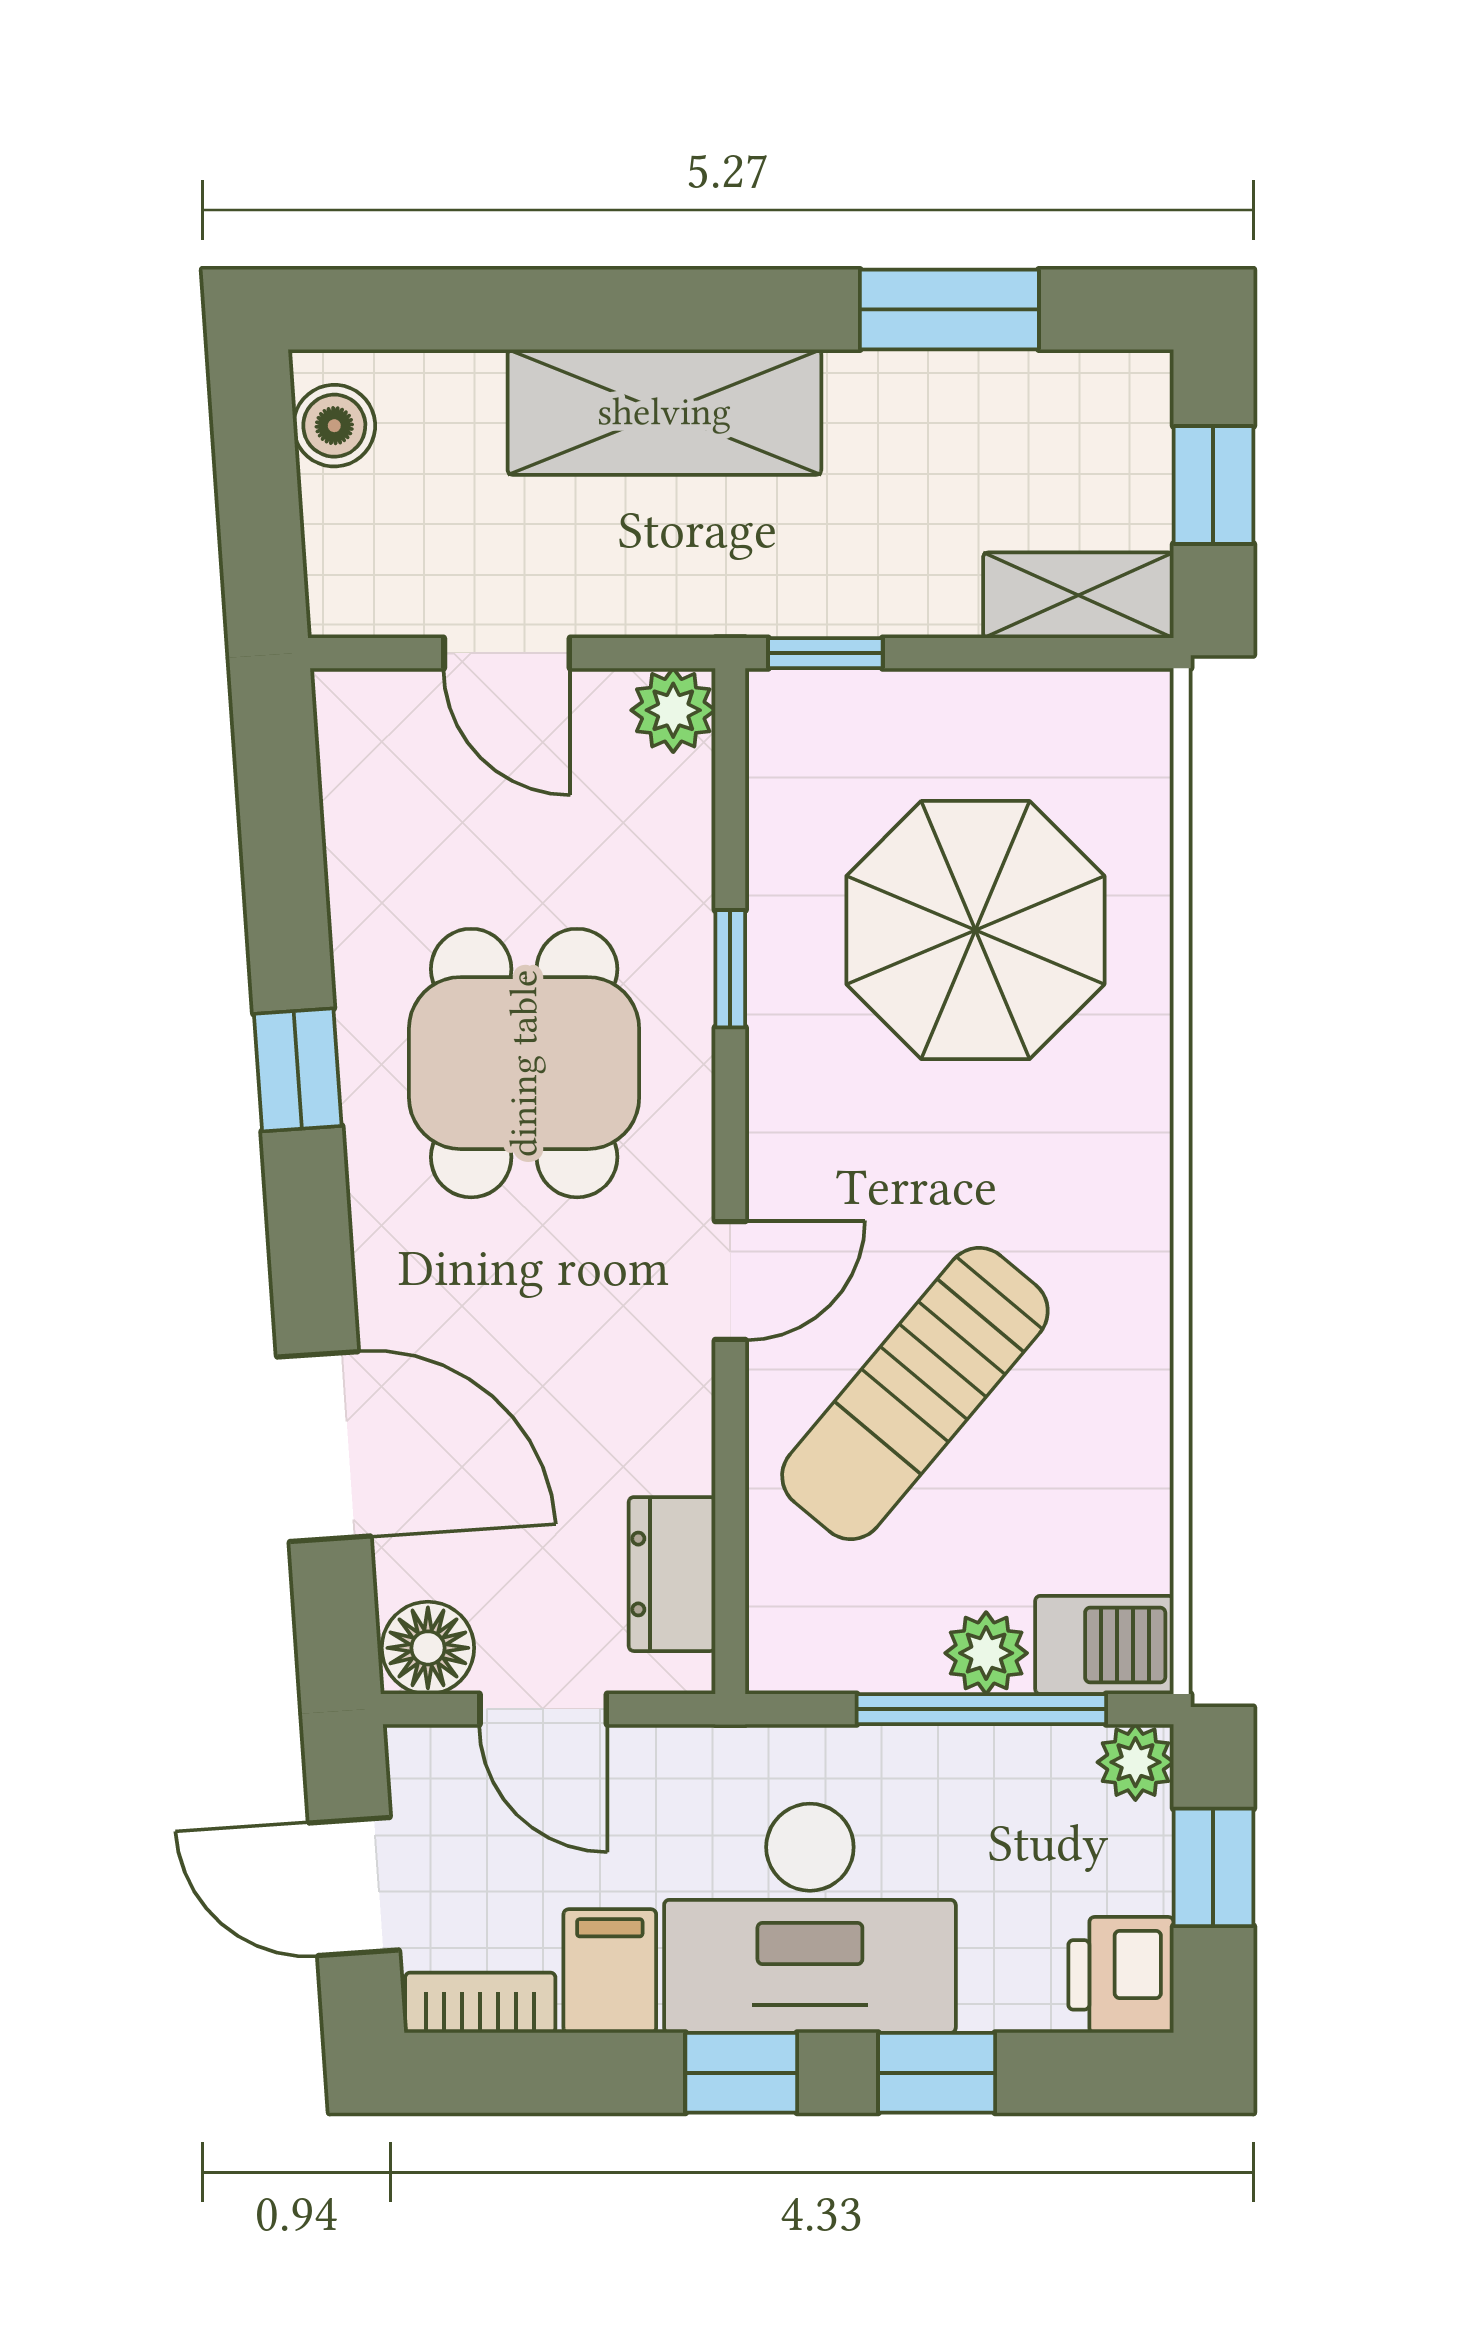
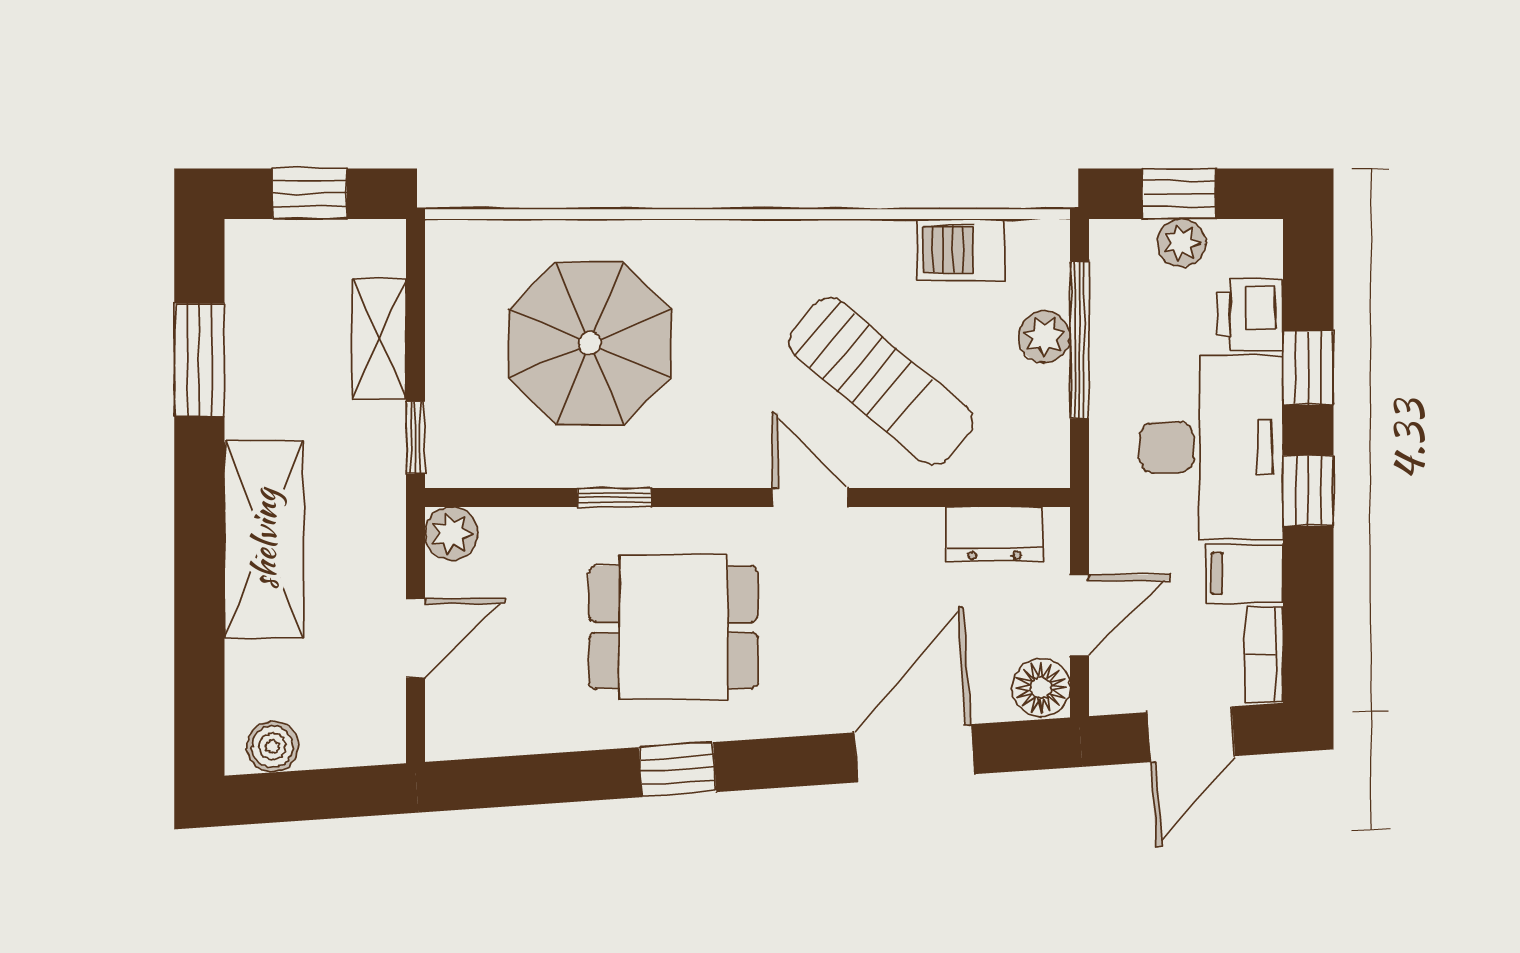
shelving: (1078, 595) -> (379, 339), moved
barbecue: (1104, 1645) -> (961, 250), moved, turned -90
plant: (1135, 1762) -> (1181, 243), moved
printer: (1121, 1975) -> (1250, 314), moved, turned 90

